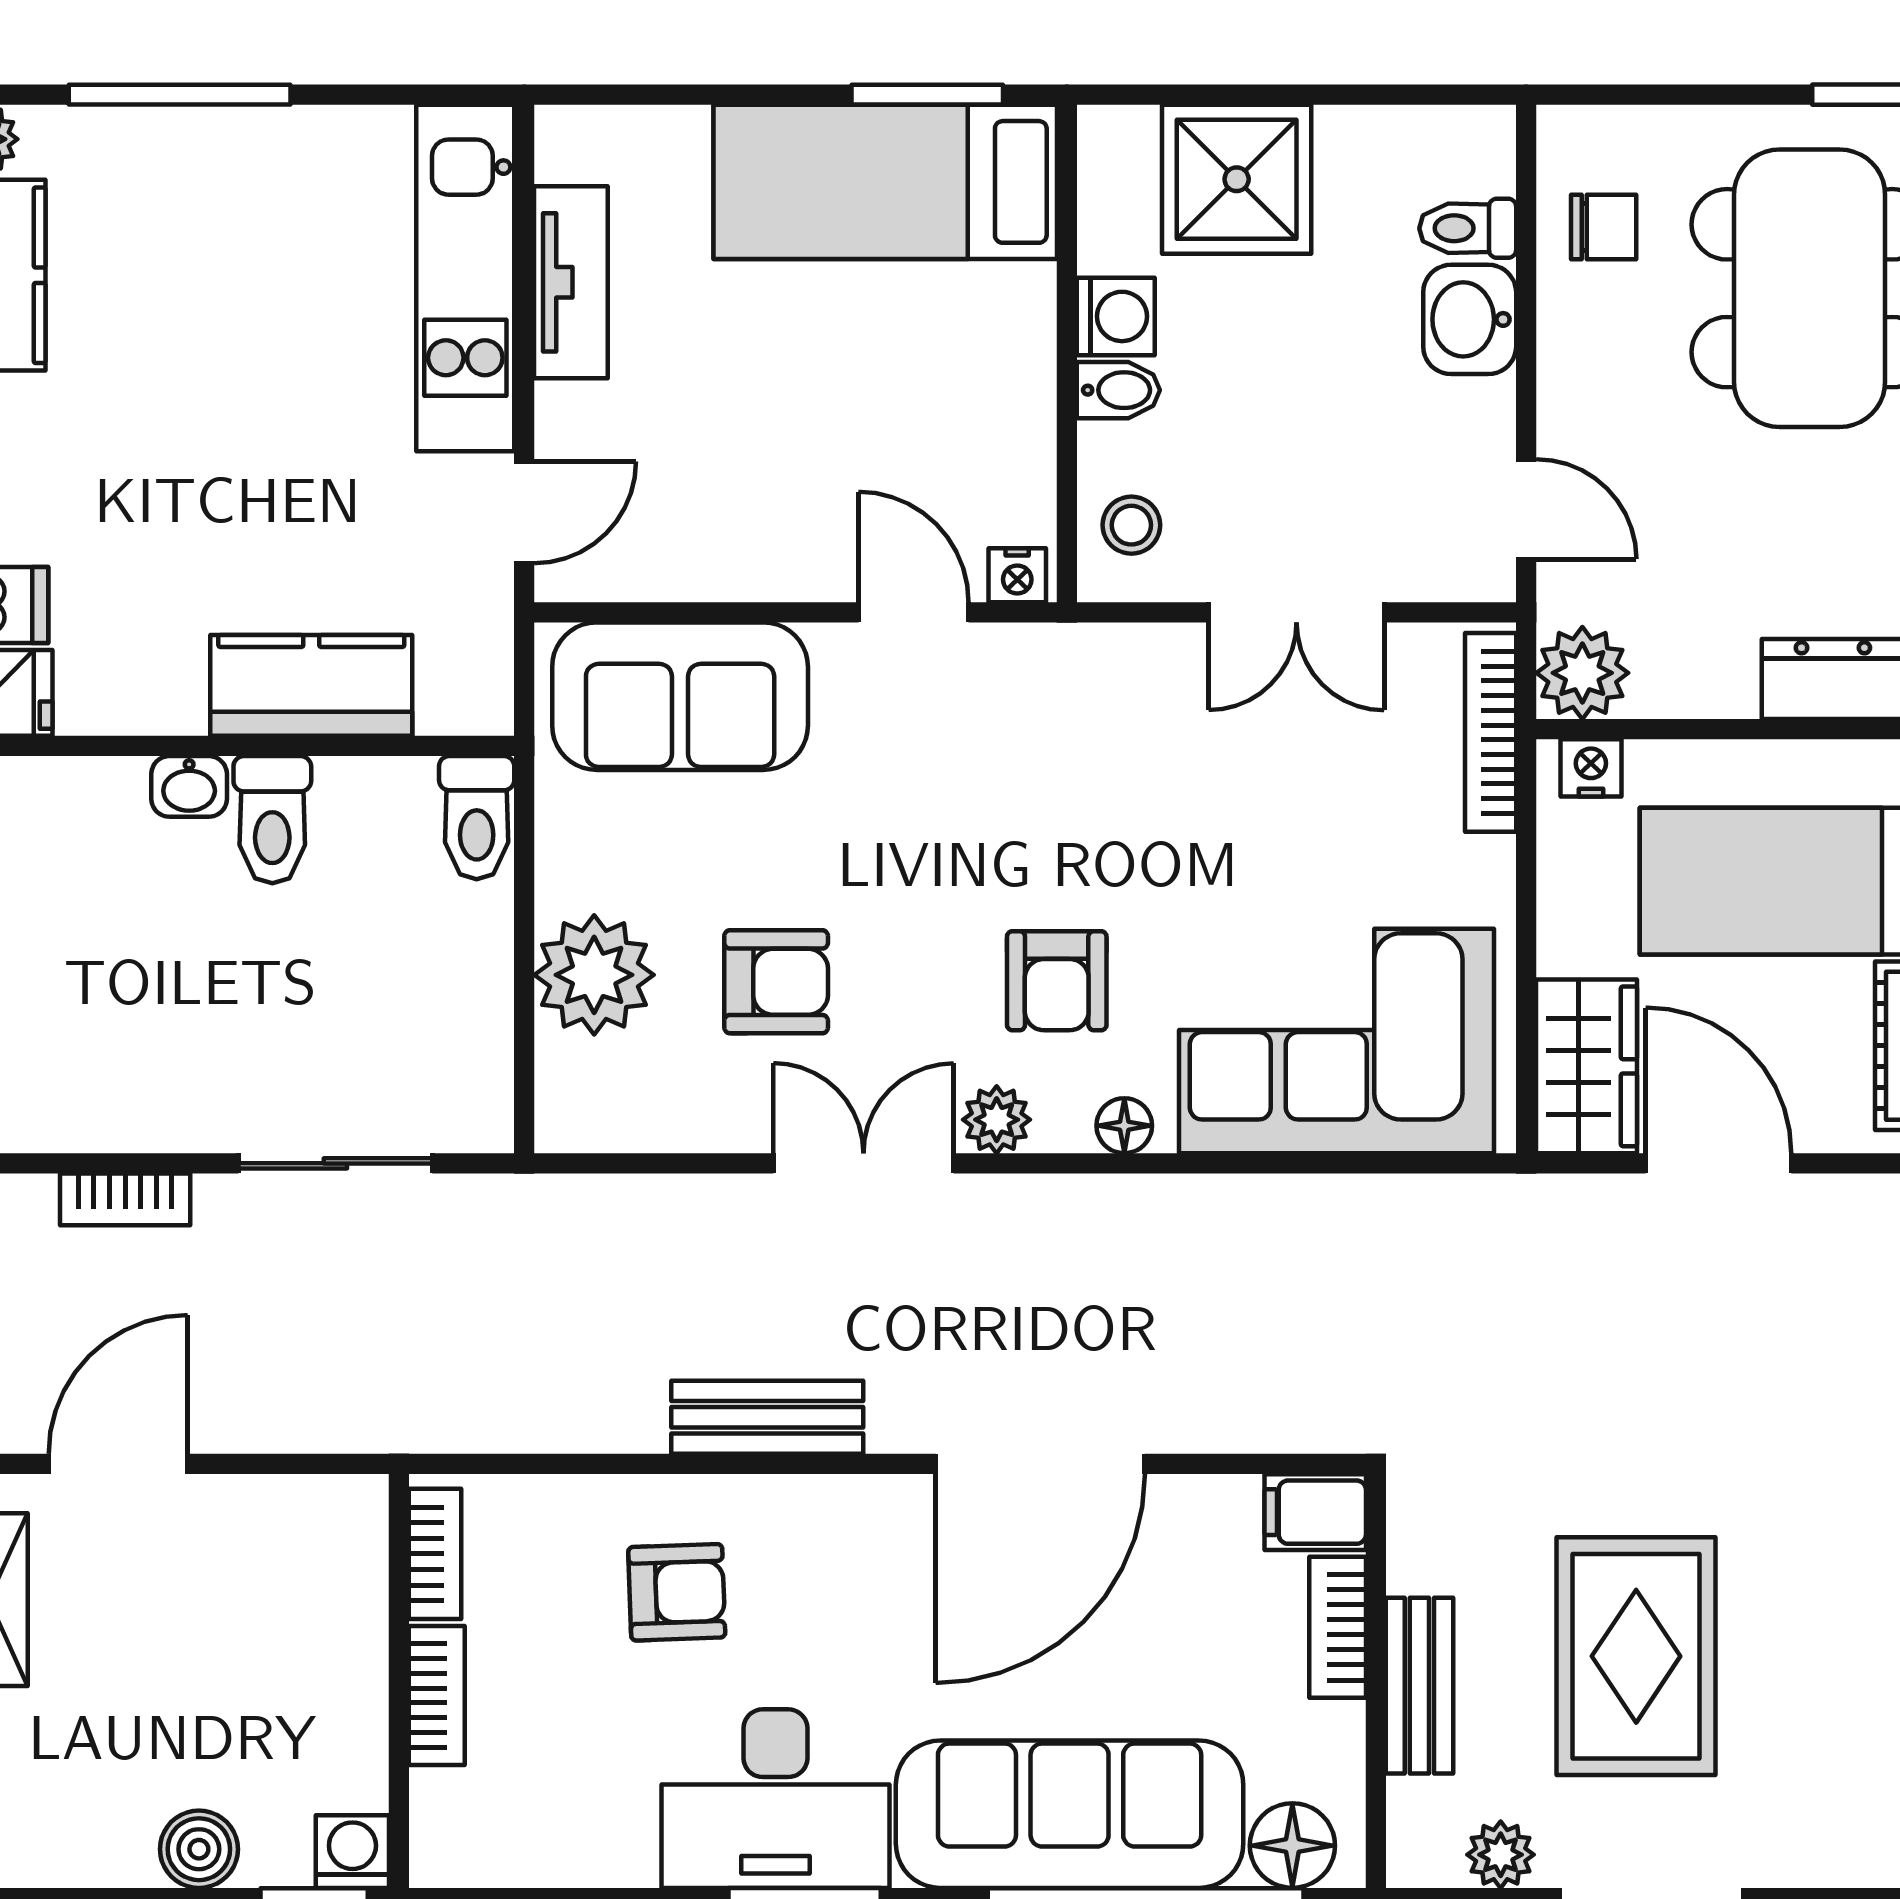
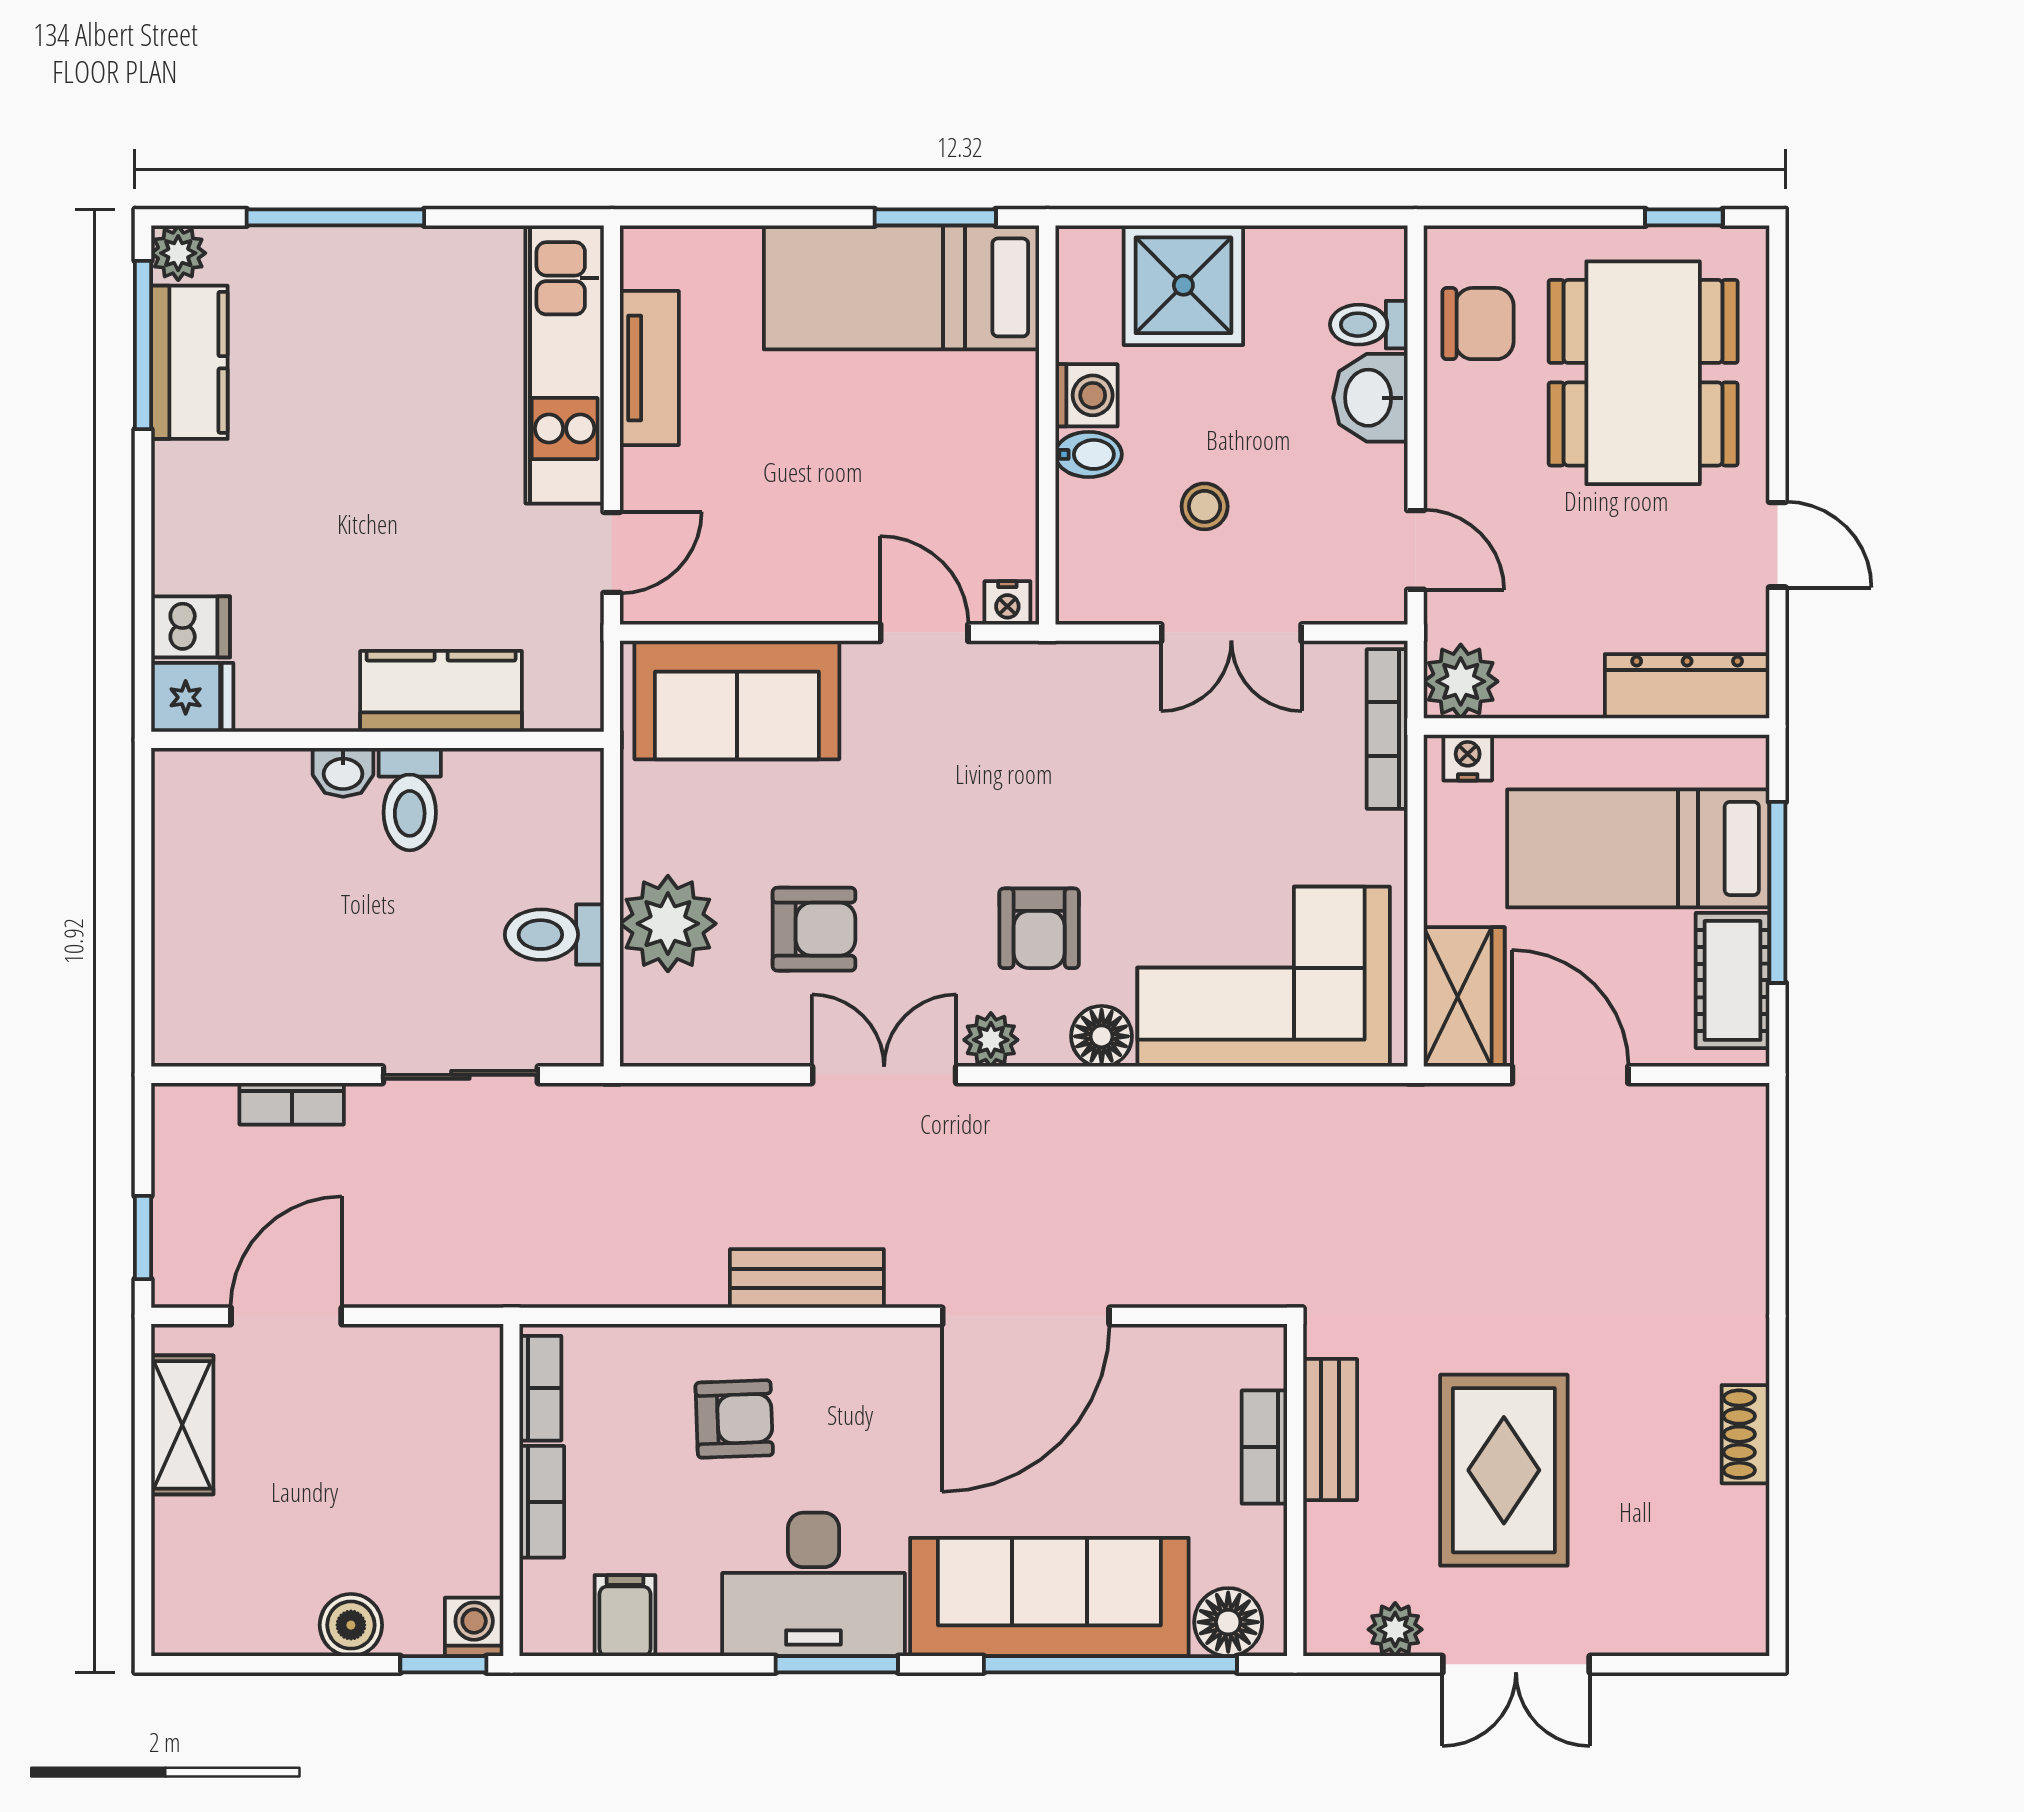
chair: (1604, 227) -> (1478, 324), width x1.37, depth x1.37
stool: (1131, 525) -> (1205, 506), moved
toilet: (477, 818) -> (554, 935), moved, turned 90
floor lamp: (1124, 1126) -> (1102, 1036), width x1.37, depth x1.37
filing cabinet: (1315, 1512) -> (625, 1616), moved, turned 90
bench: (1419, 1686) -> (1330, 1430), moved

